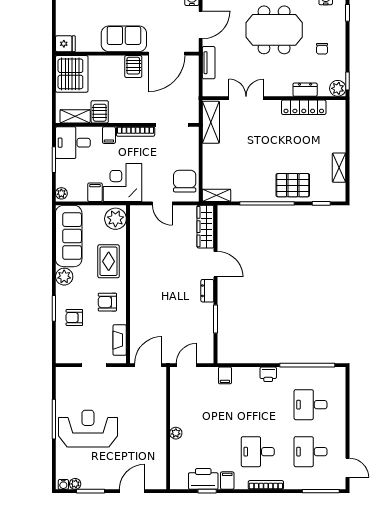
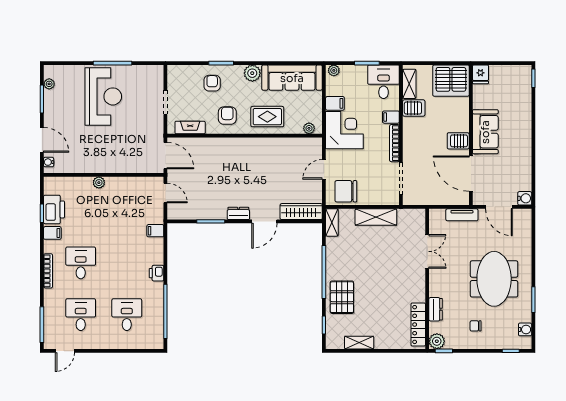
locker: (304, 107) -> (418, 325), moved
shelving: (211, 122) -> (376, 217), moved
chair: (185, 181) -> (346, 191), turned 180
plant: (115, 219) -> (309, 128), width x0.53, depth x0.53
water cooler: (63, 484) -> (49, 162), moved

